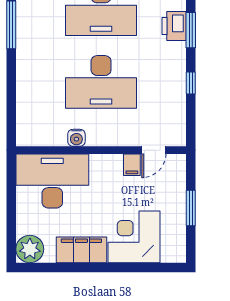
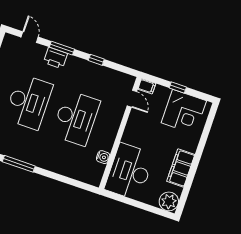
water cooler: (76, 138) -> (103, 157), moved
filing cabinet: (132, 165) -> (147, 86), moved
window: (191, 208) -> (178, 88), width x0.67
corner desk: (134, 237) -> (184, 112), moved, turned -90

